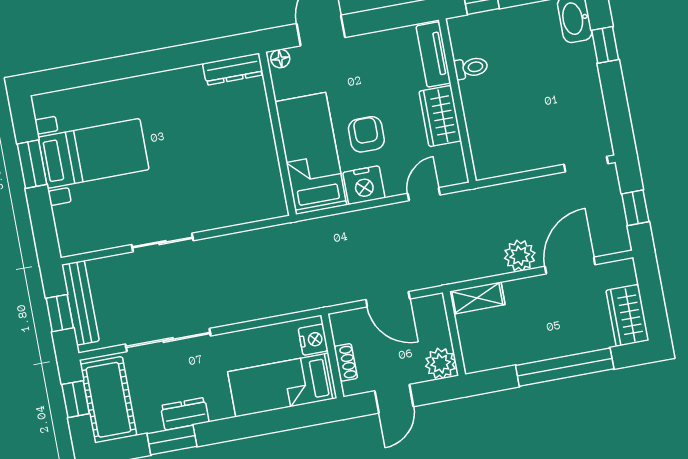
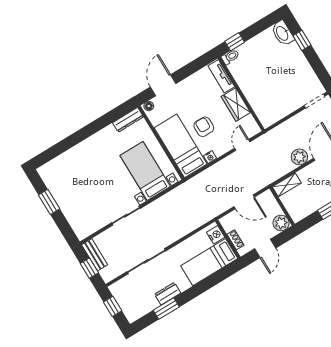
toilet: (471, 68) -> (230, 57), moved
bed with nightstands: (94, 153) -> (145, 171), moved, turned -90
nightstand: (364, 185) -> (210, 157), width x0.53, depth x0.56
bench: (80, 303) -> (95, 255), width x0.73
cot: (108, 400) -> (129, 301), removed

